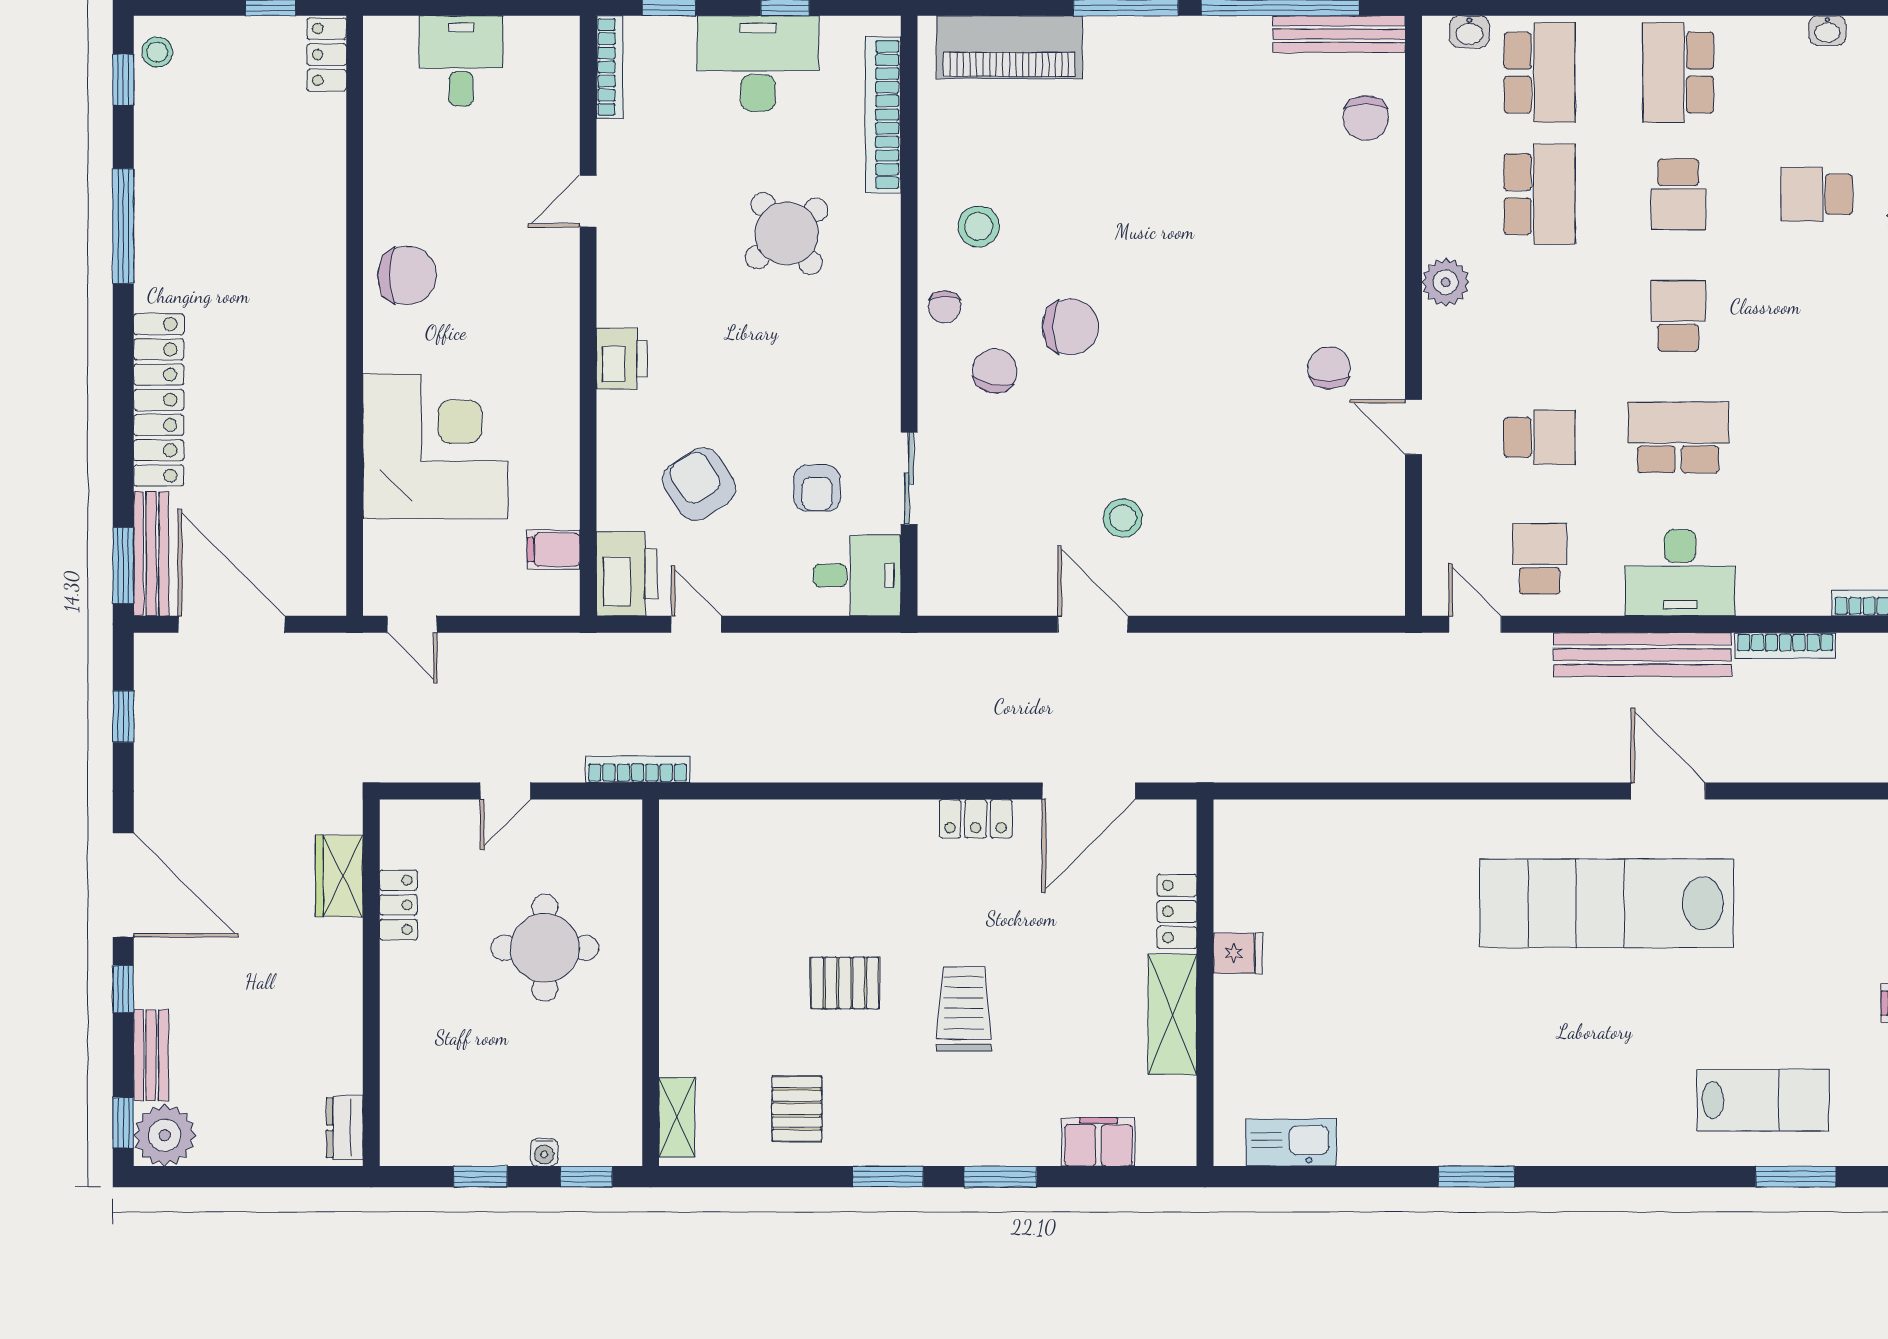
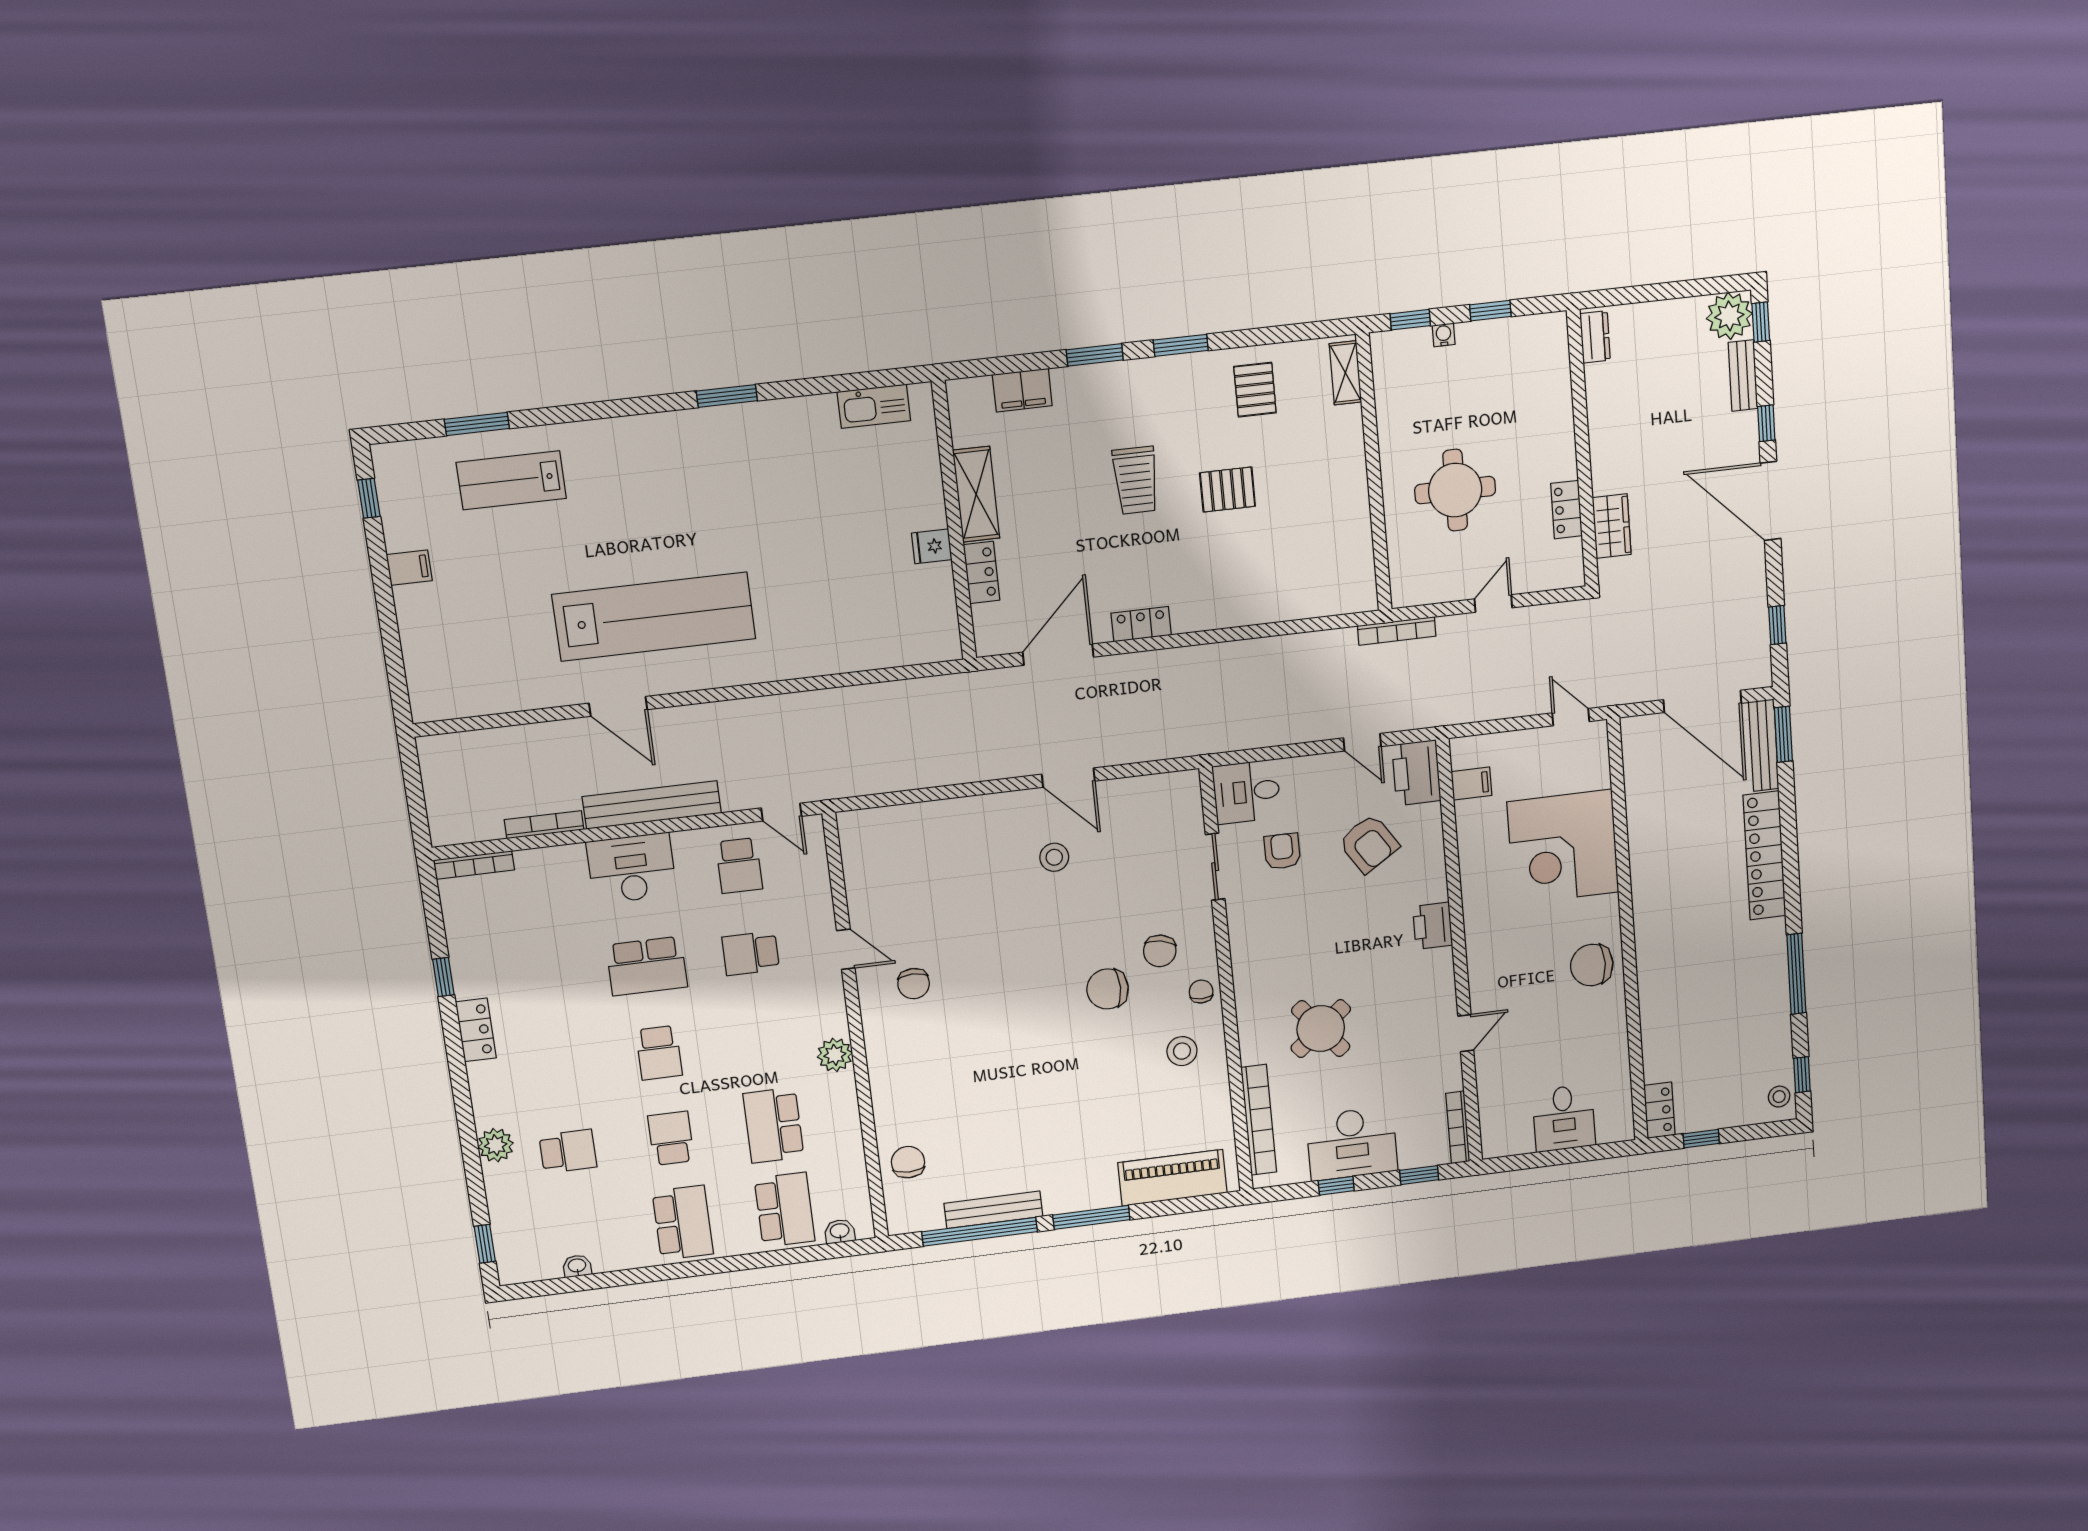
bench: (1339, 34) -> (993, 1210), moved
school desk: (1540, 73) -> (785, 1210), turned 180

